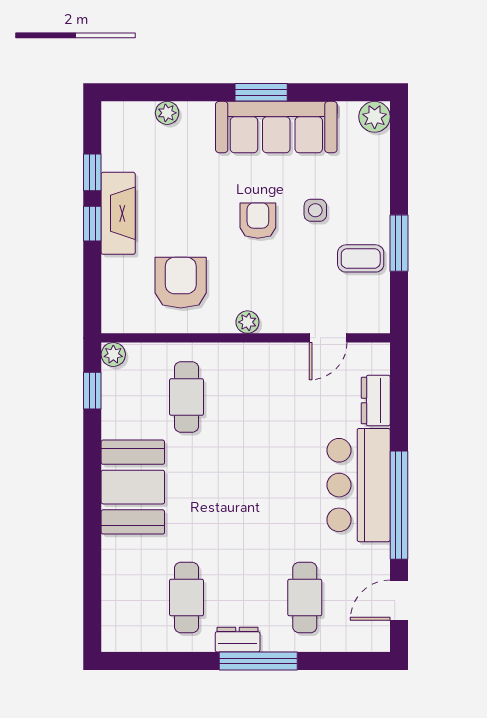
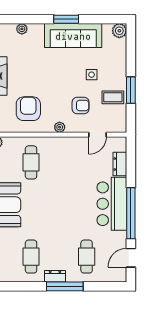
armchair: (258, 221) -> (81, 105), moved, turned 90

